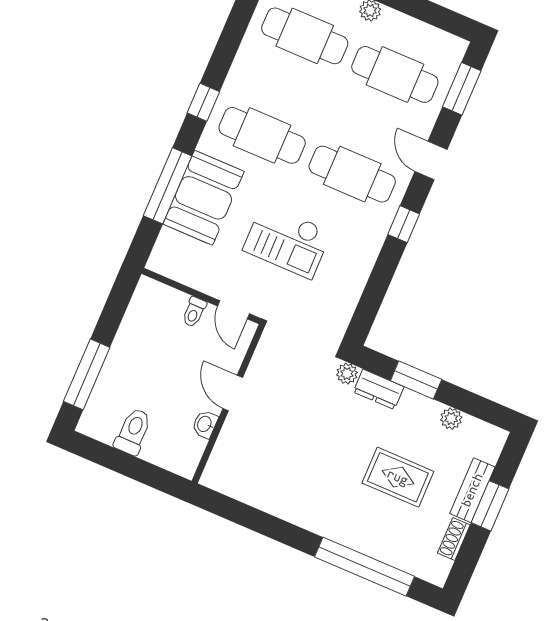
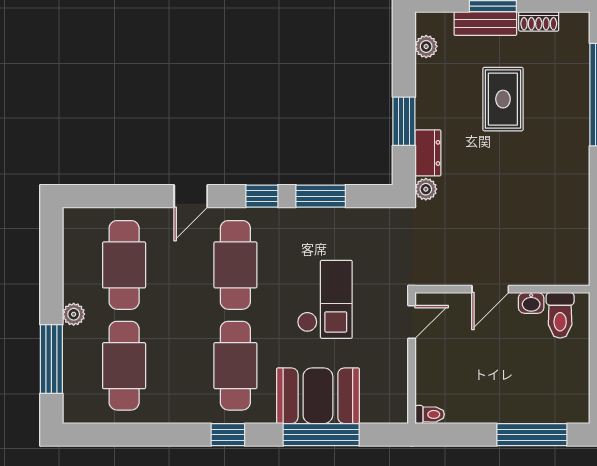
window: (462, 89) -> (321, 196), moved
toilet: (194, 312) -> (430, 414), moved
plant: (451, 419) -> (426, 46), moved
toilet: (133, 431) -> (560, 315), moved, turned -90

